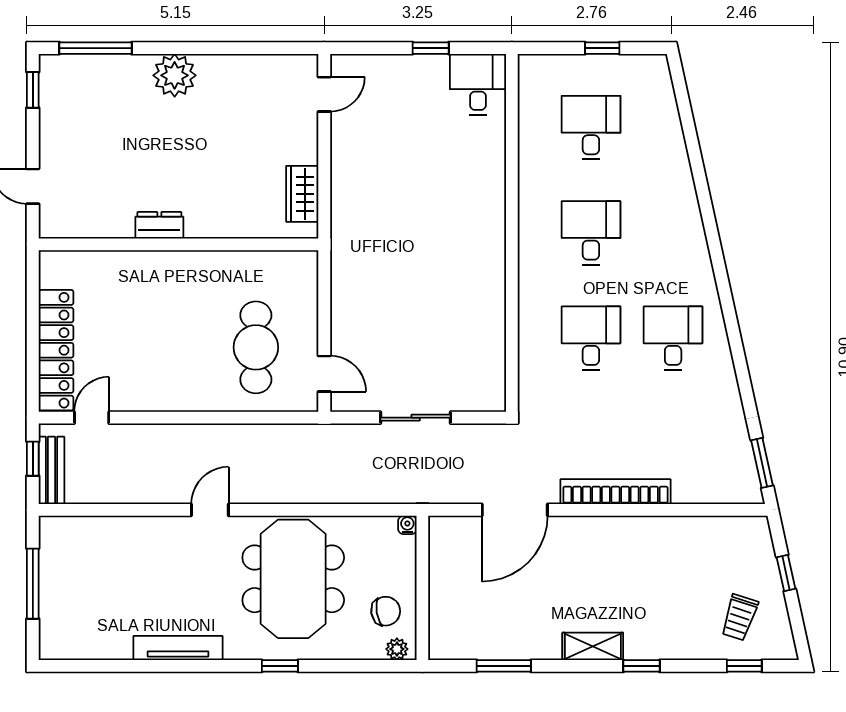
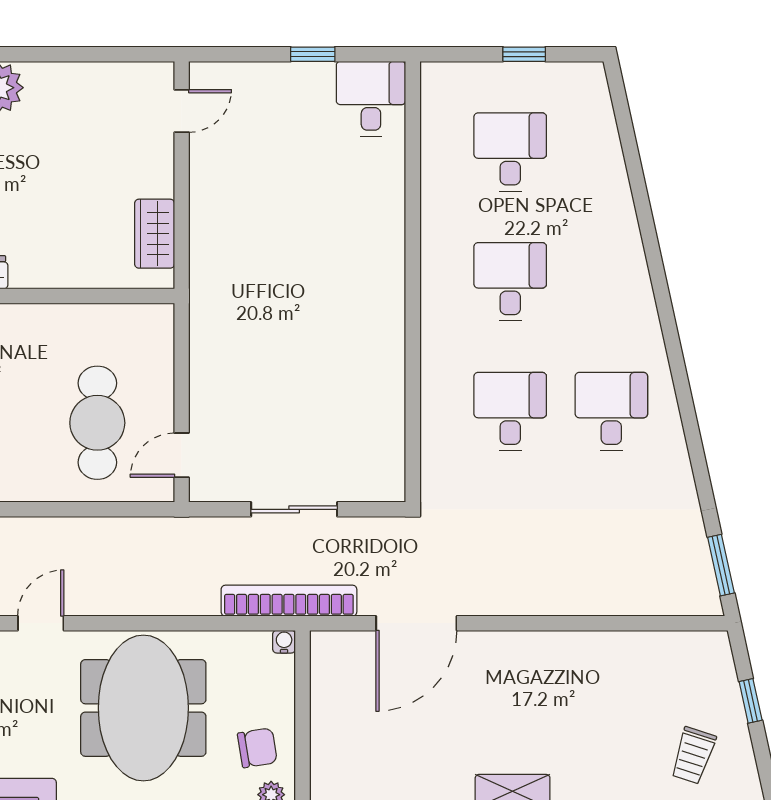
door: (324, 374) -> (182, 455), swing flipped
bookcase: (615, 492) -> (289, 601), moved

